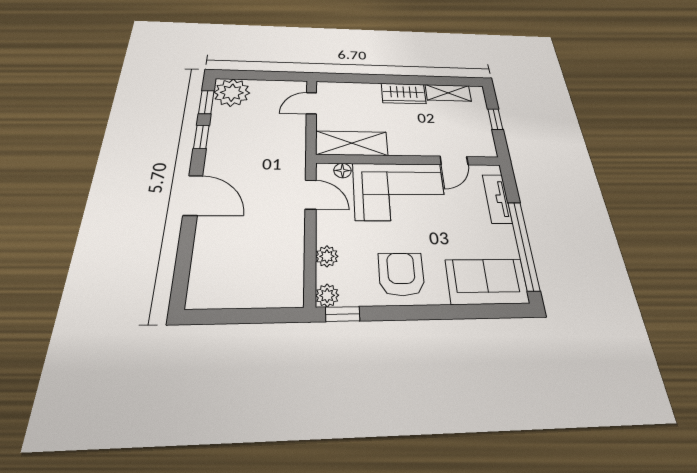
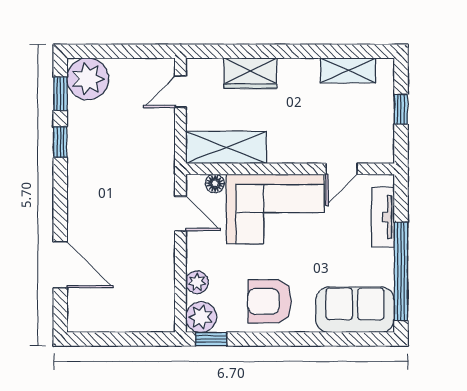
wardrobe: (404, 94) -> (251, 73), moved
door: (193, 195) -> (60, 265), moved
armchair: (401, 274) -> (270, 301), turned -90
plant: (327, 295) -> (201, 317), width x1.38, depth x1.38

